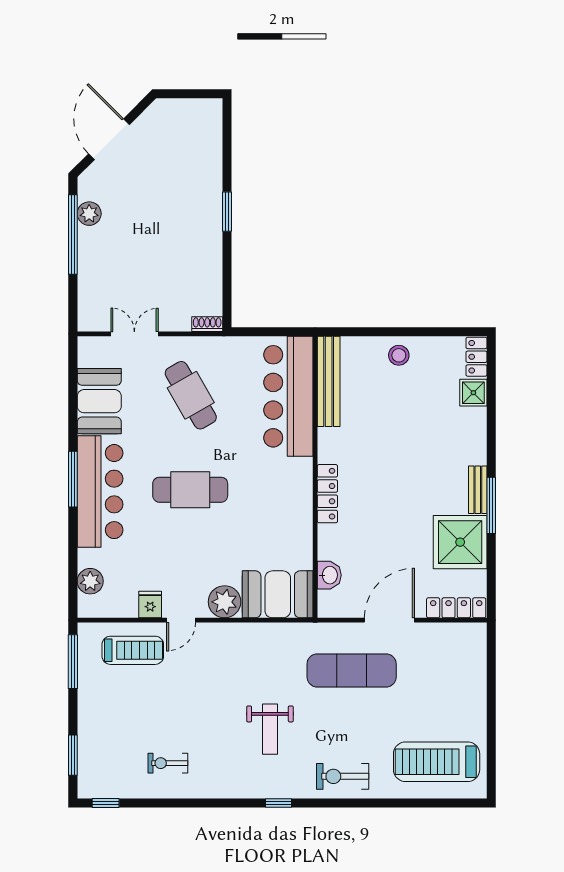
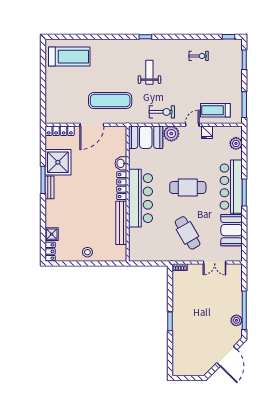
bench: (329, 381) -> (121, 223), moved
bar counter: (288, 396) -> (141, 198), moved
washbasin: (329, 575) -> (121, 163), moved
exercise bike: (343, 776) -> (162, 112), moved

